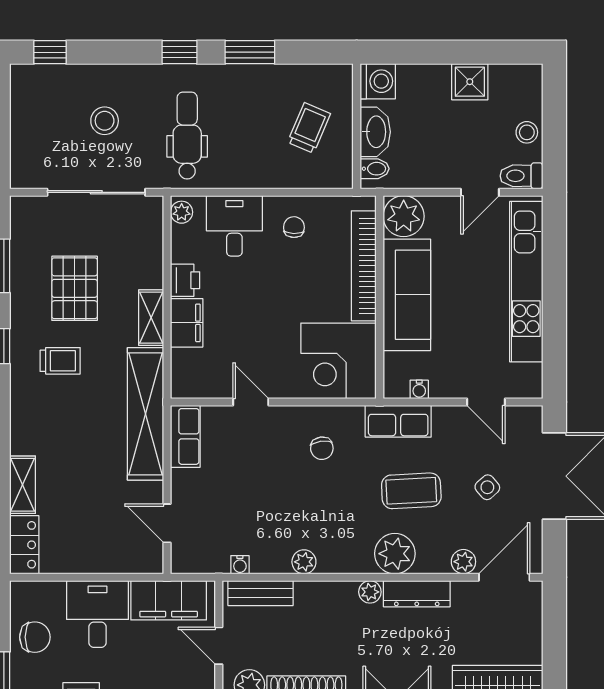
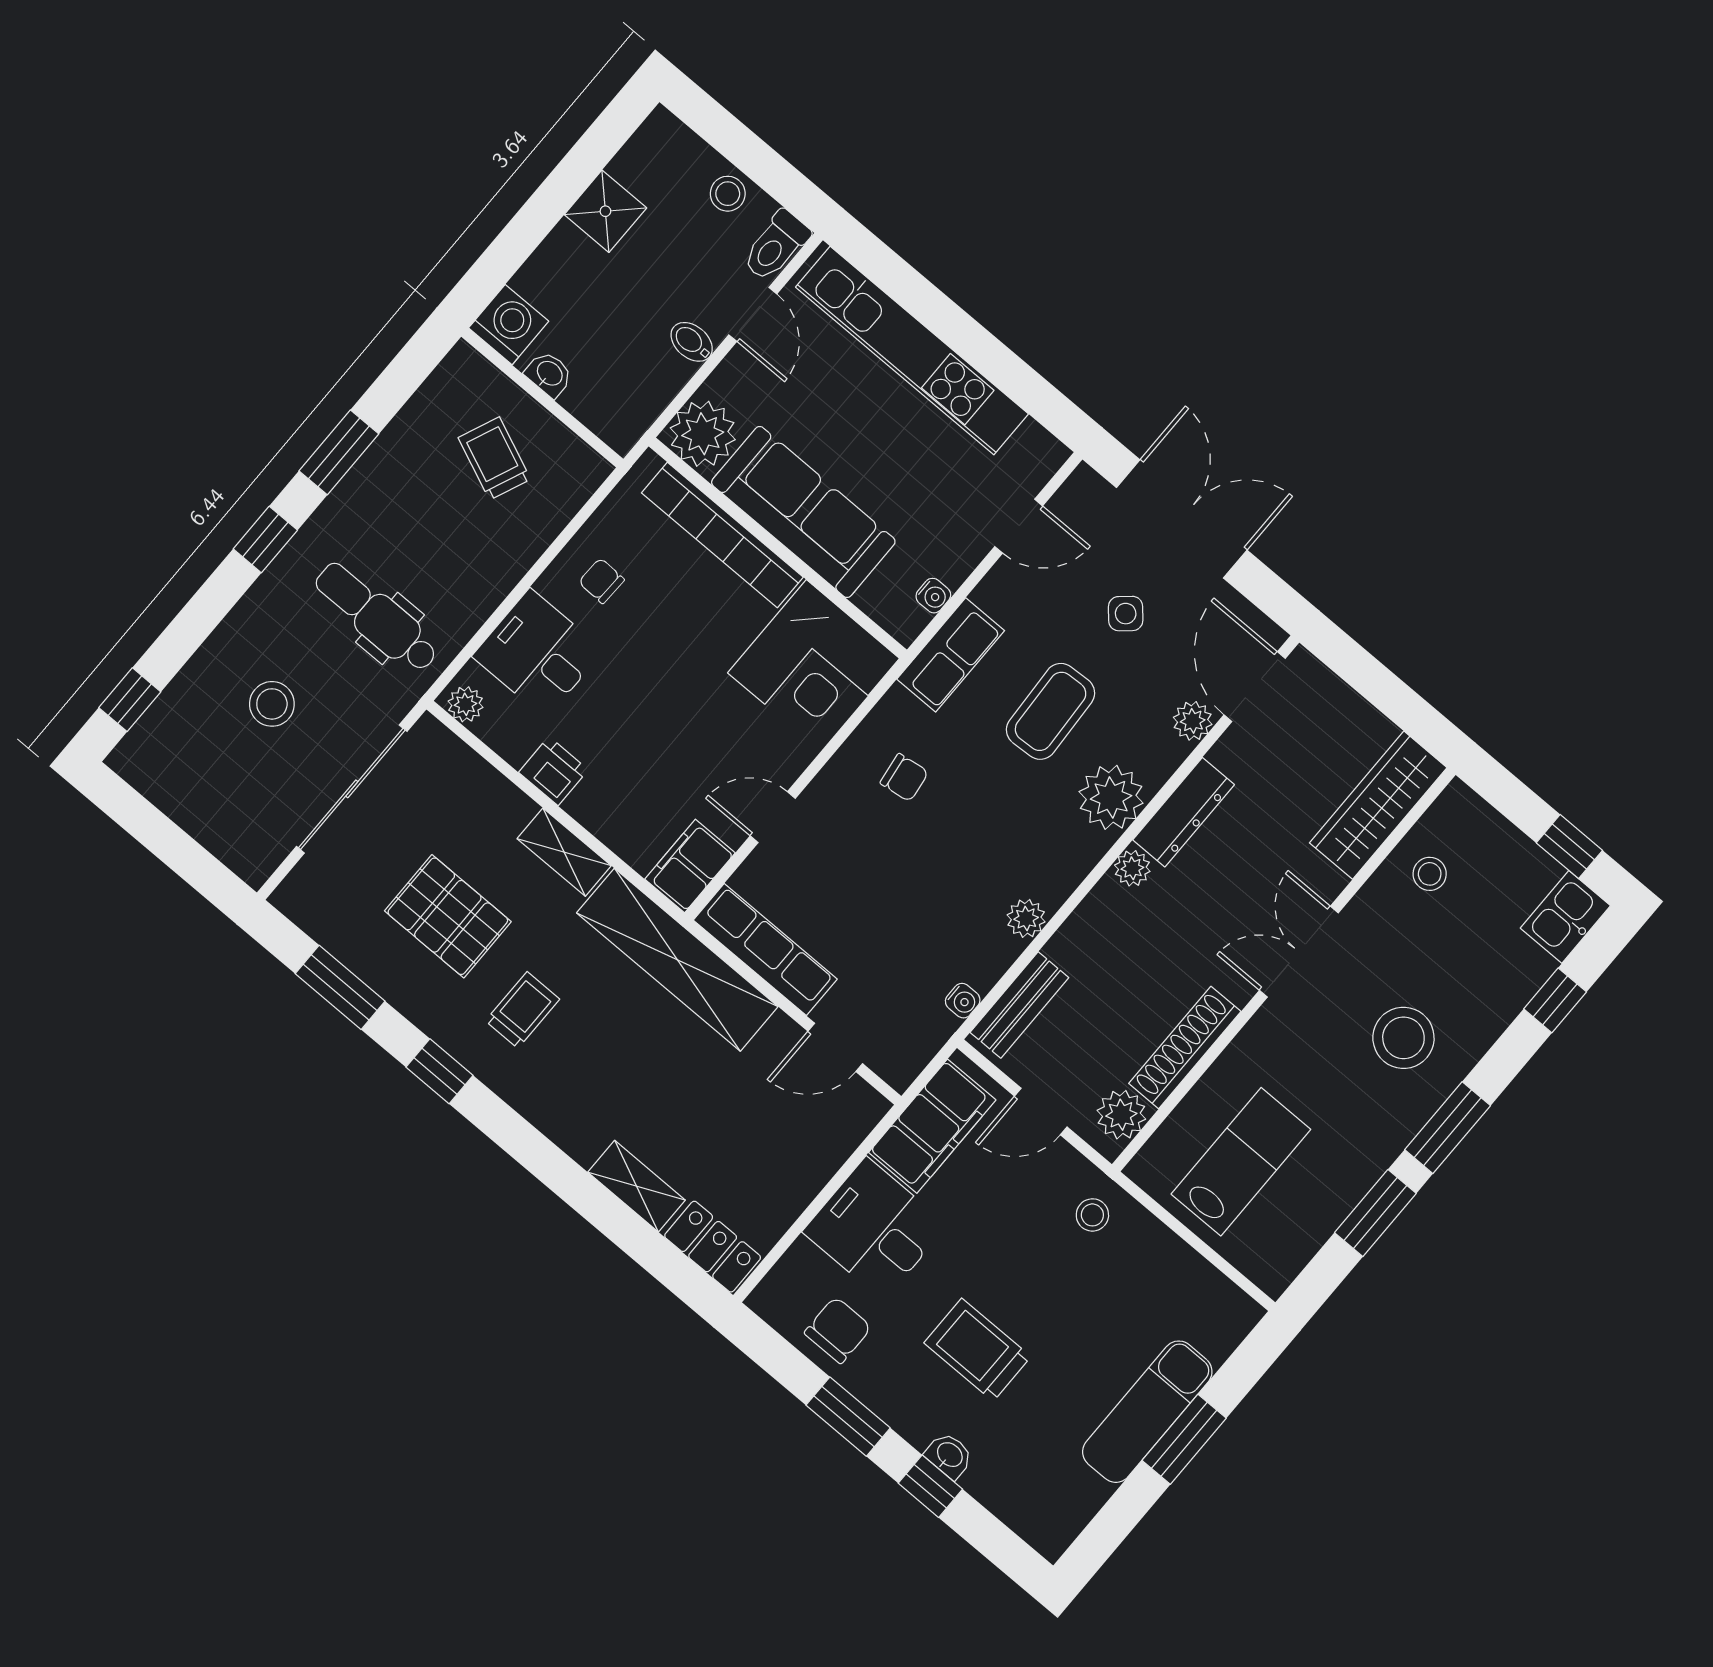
washbasin: (375, 132) -> (549, 374), width x0.52, depth x0.69
bidet: (375, 169) -> (692, 342), moved, turned -90
filing cabinet: (187, 323) -> (690, 866), moved, turned -90
row of seats: (185, 436) -> (765, 950), width x1.48

